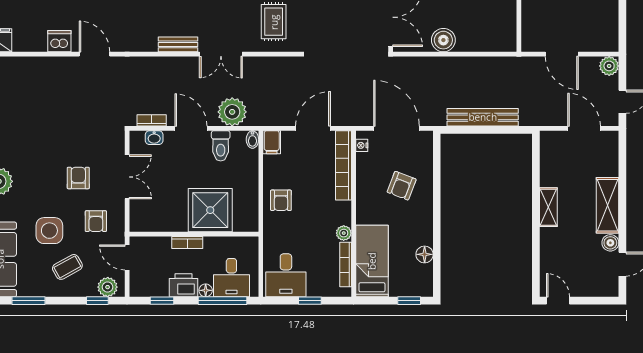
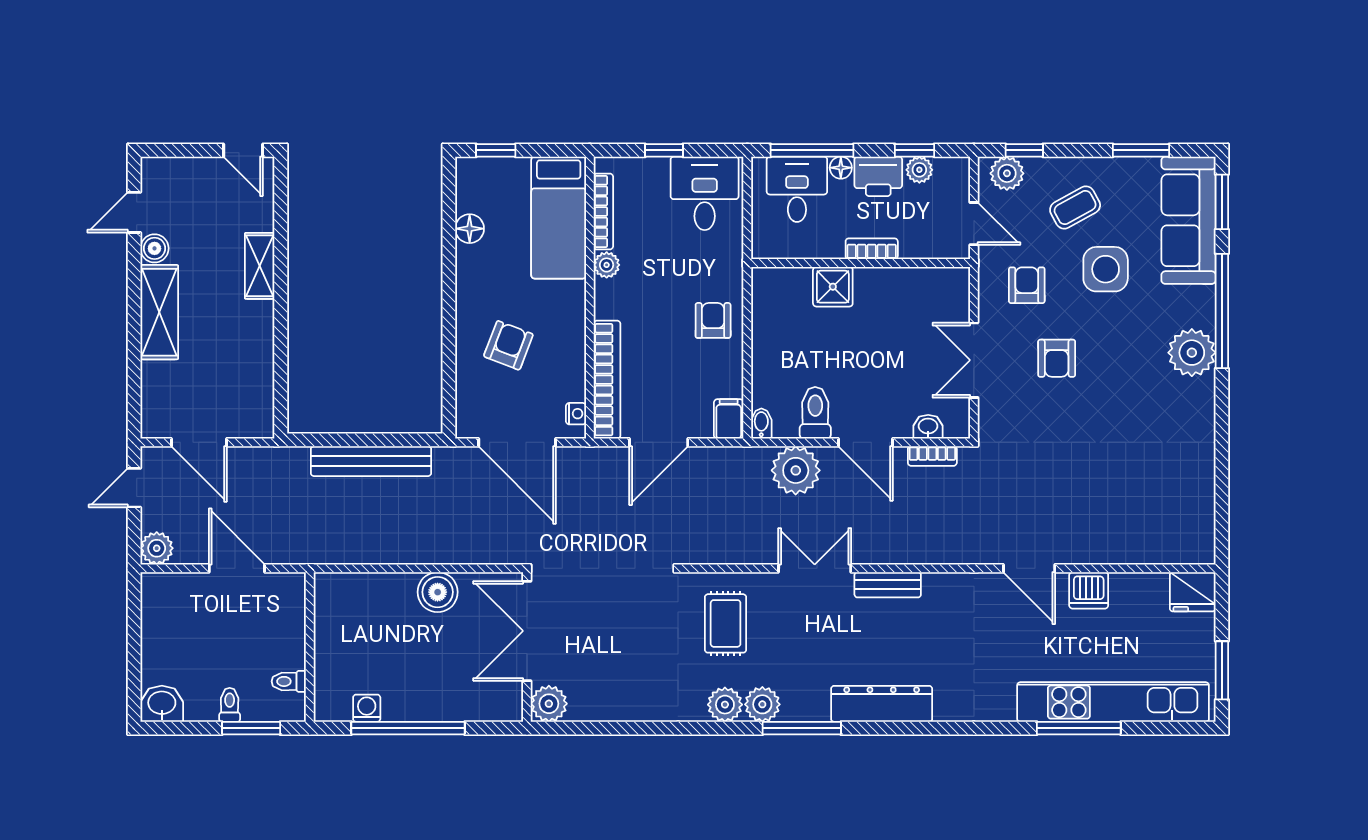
shelving: (548, 207) -> (260, 266), moved
shower: (210, 210) -> (833, 287), width x0.54, depth x0.54
plant: (159, 289) -> (919, 170), added

